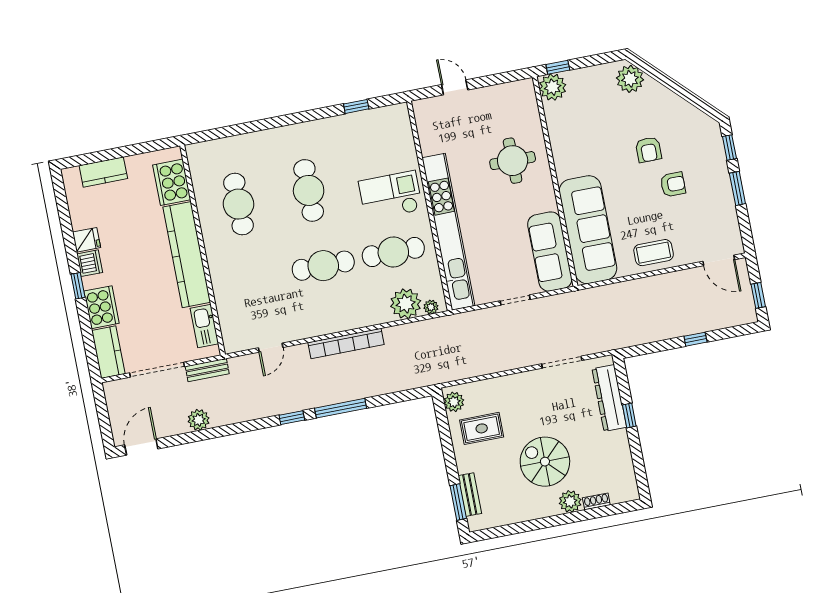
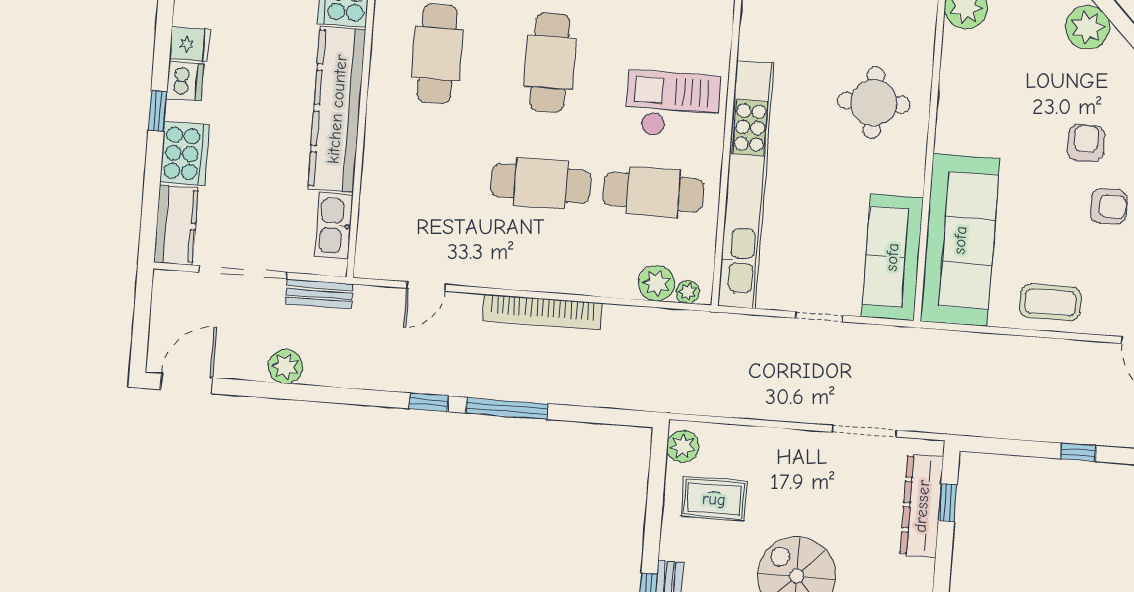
armchair: (648, 150) -> (1086, 143), turned 180
plant: (406, 304) -> (656, 283), width x0.73, depth x0.73
window: (629, 415) -> (948, 503), moved

